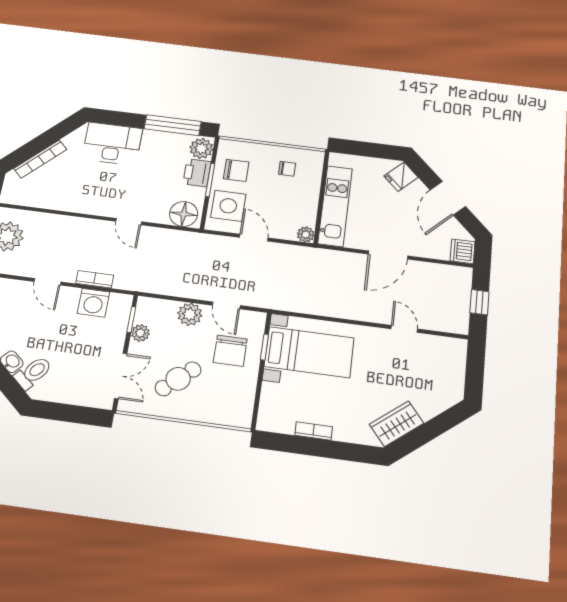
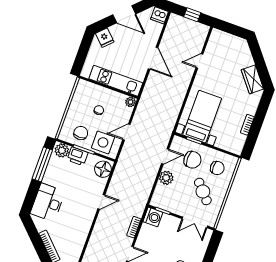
chair: (287, 169) -> (99, 110), moved
washing machine: (93, 303) -> (153, 217), moved
plant: (140, 333) -> (172, 207), removed
double door: (121, 376) -> (195, 222), swing flipped
chair: (225, 395) -> (217, 168), added

